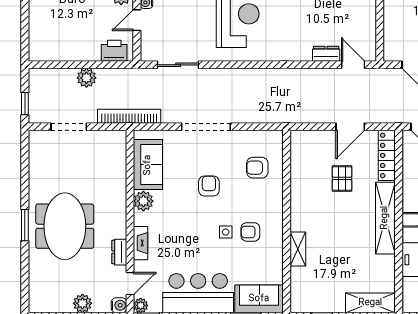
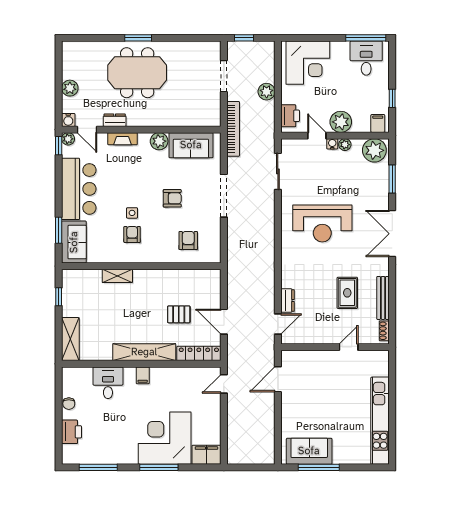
corner desk: (53, 30) -> (308, 63), added

